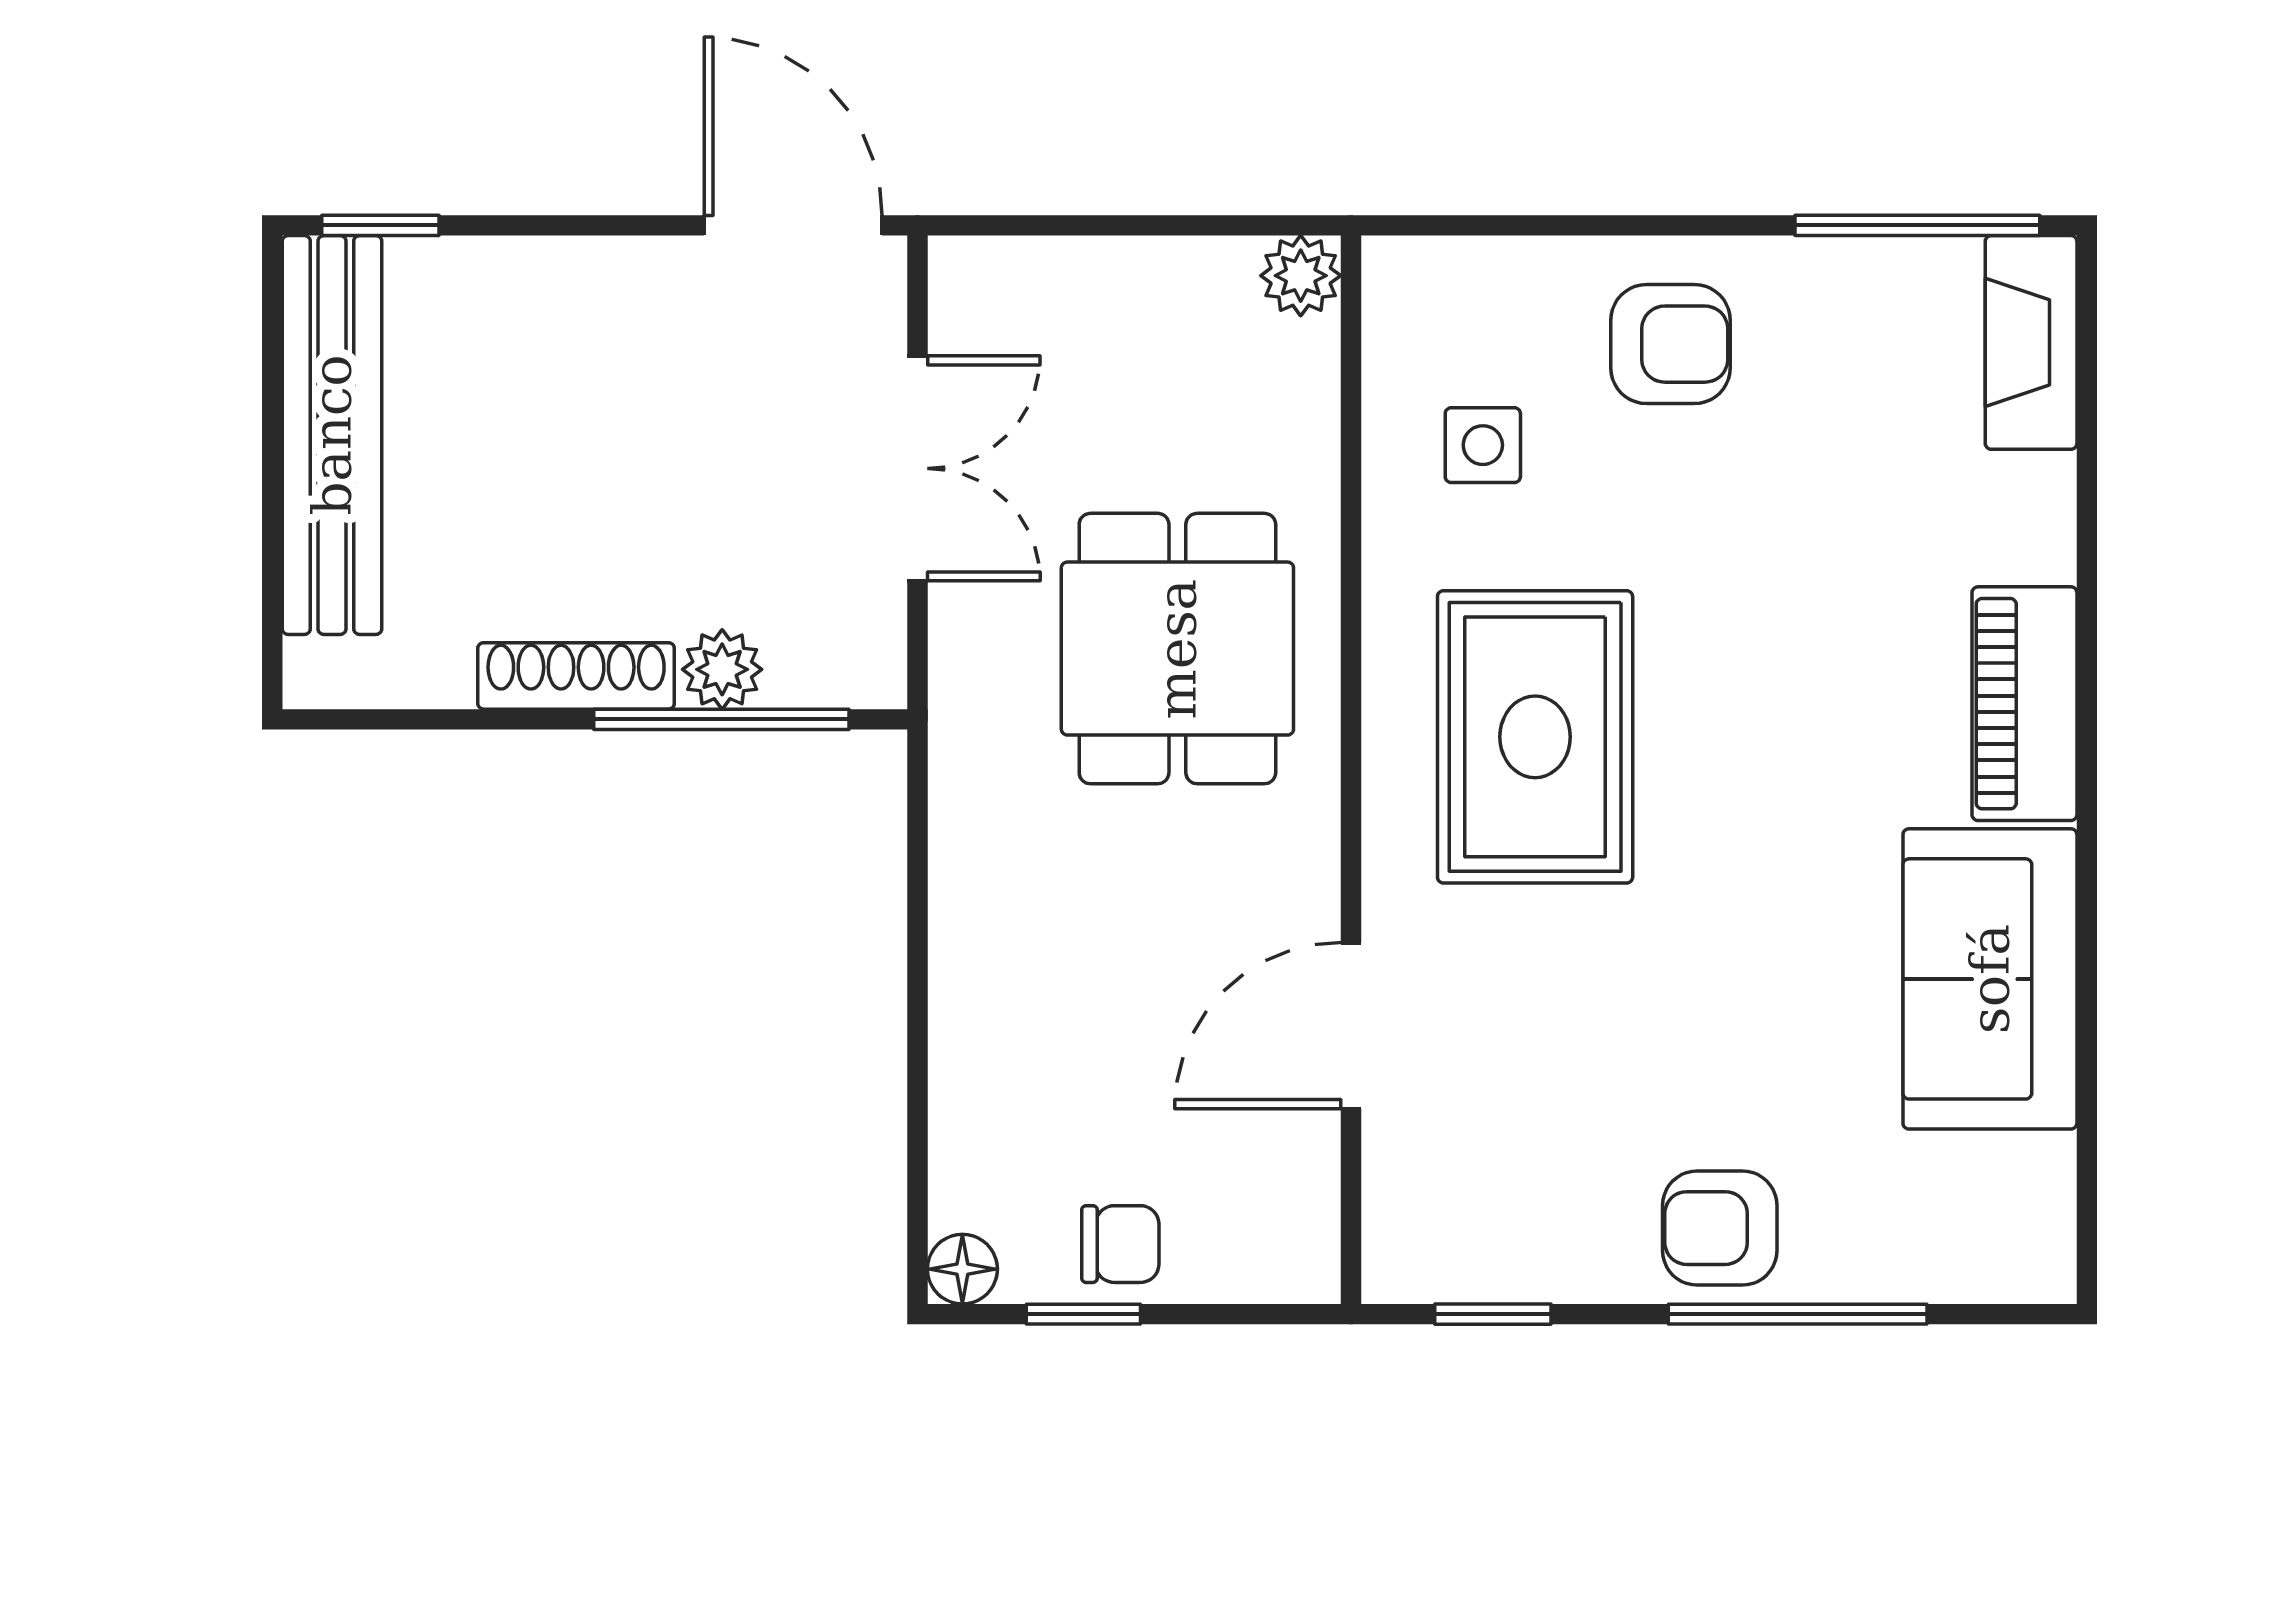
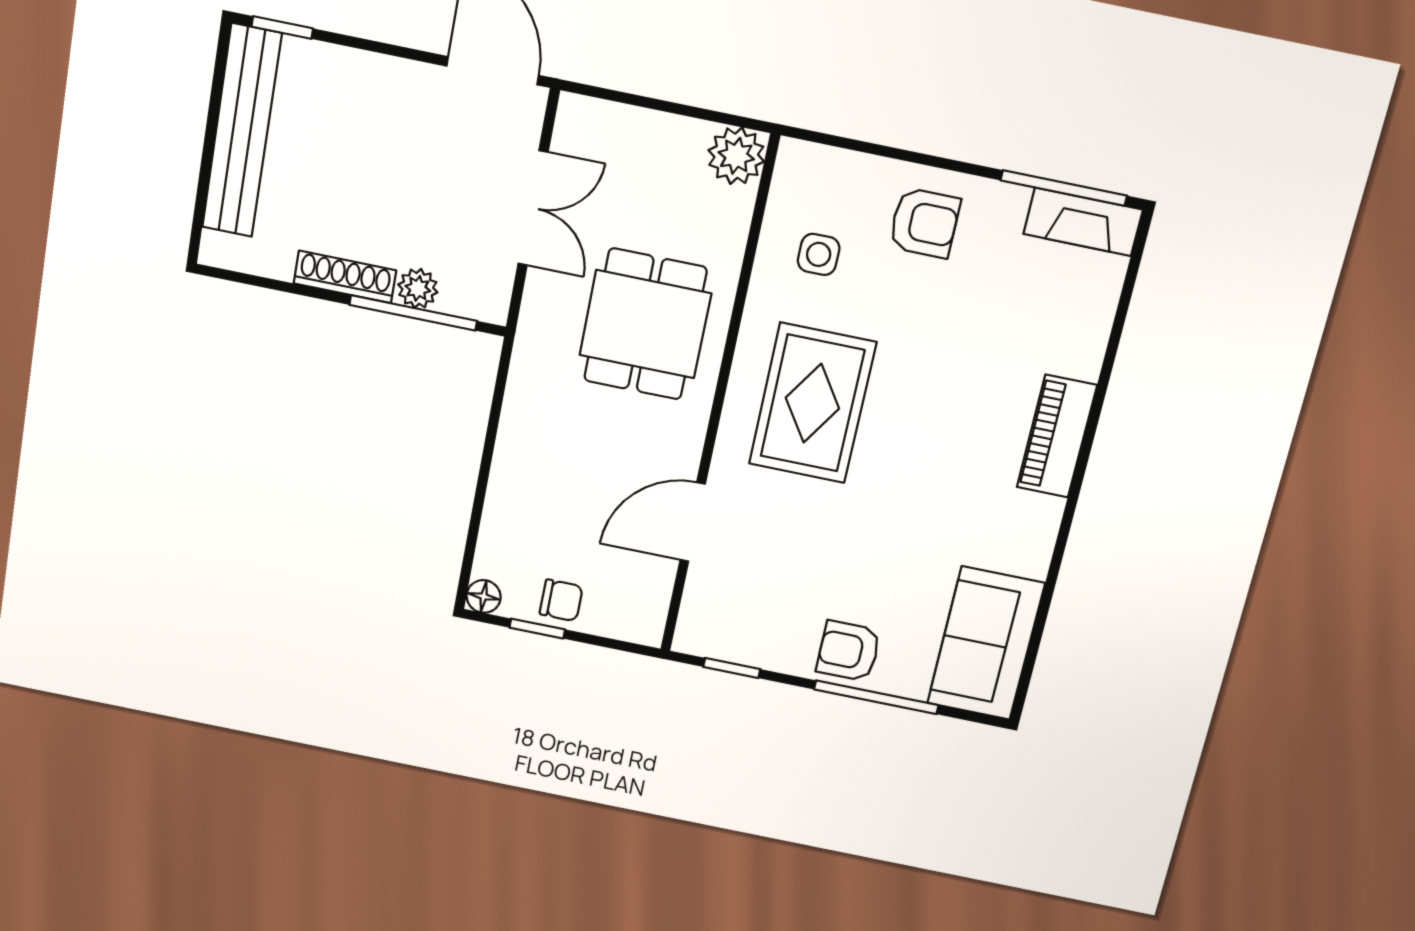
plant: (1301, 276) -> (736, 156), width x1.38, depth x1.38
fireplace: (2031, 342) -> (1083, 222), moved, turned -90
sofa: (1990, 979) -> (986, 643), moved

